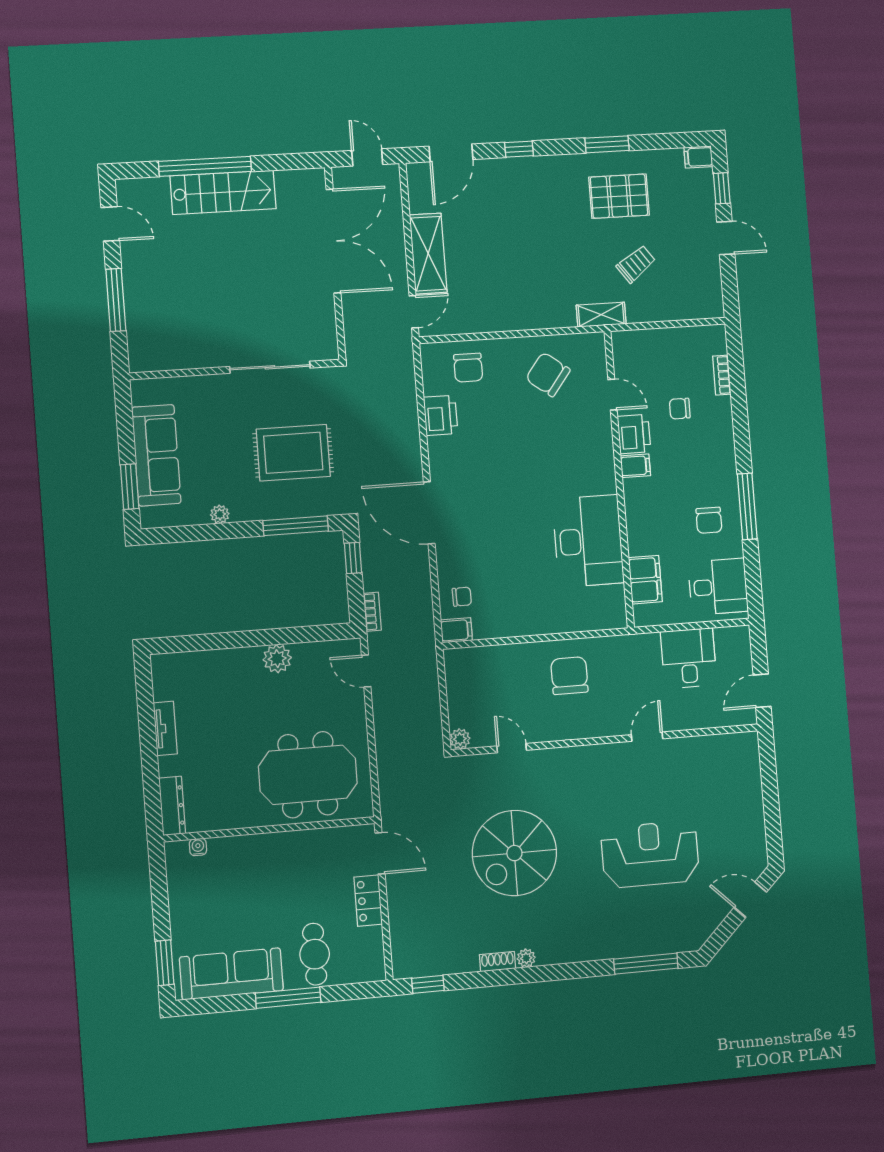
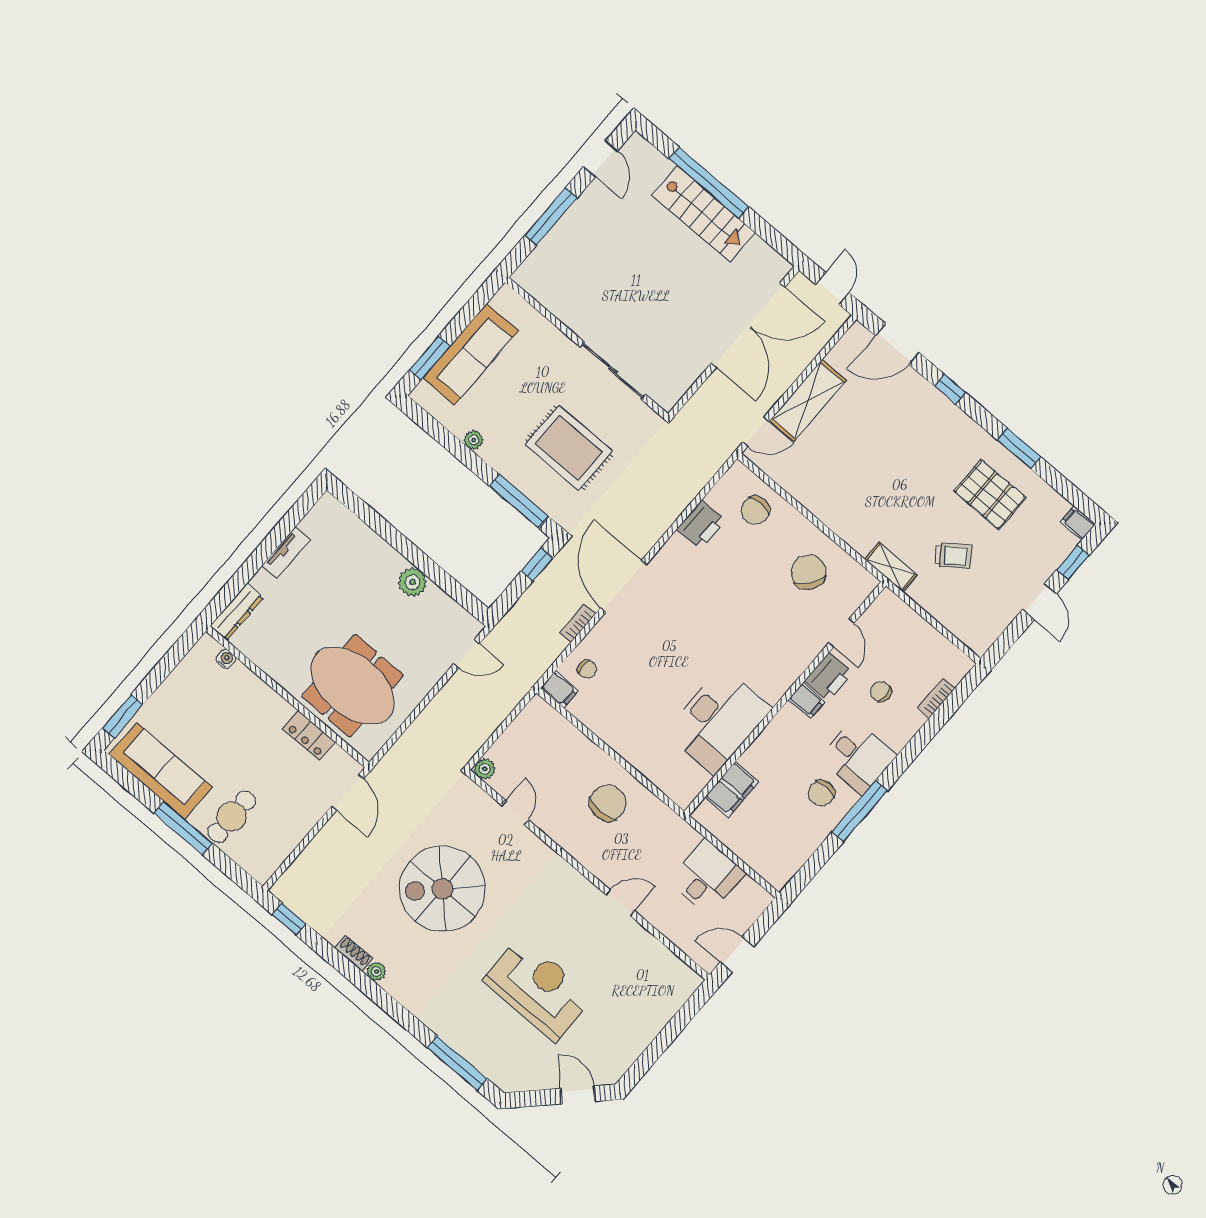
desk: (718, 587) -> (858, 757), moved
bookcase: (372, 612) -> (578, 623), moved, turned 180
door: (366, 671) -> (466, 654), swing flipped
locker: (368, 901) -> (309, 736), moved, turned -90

